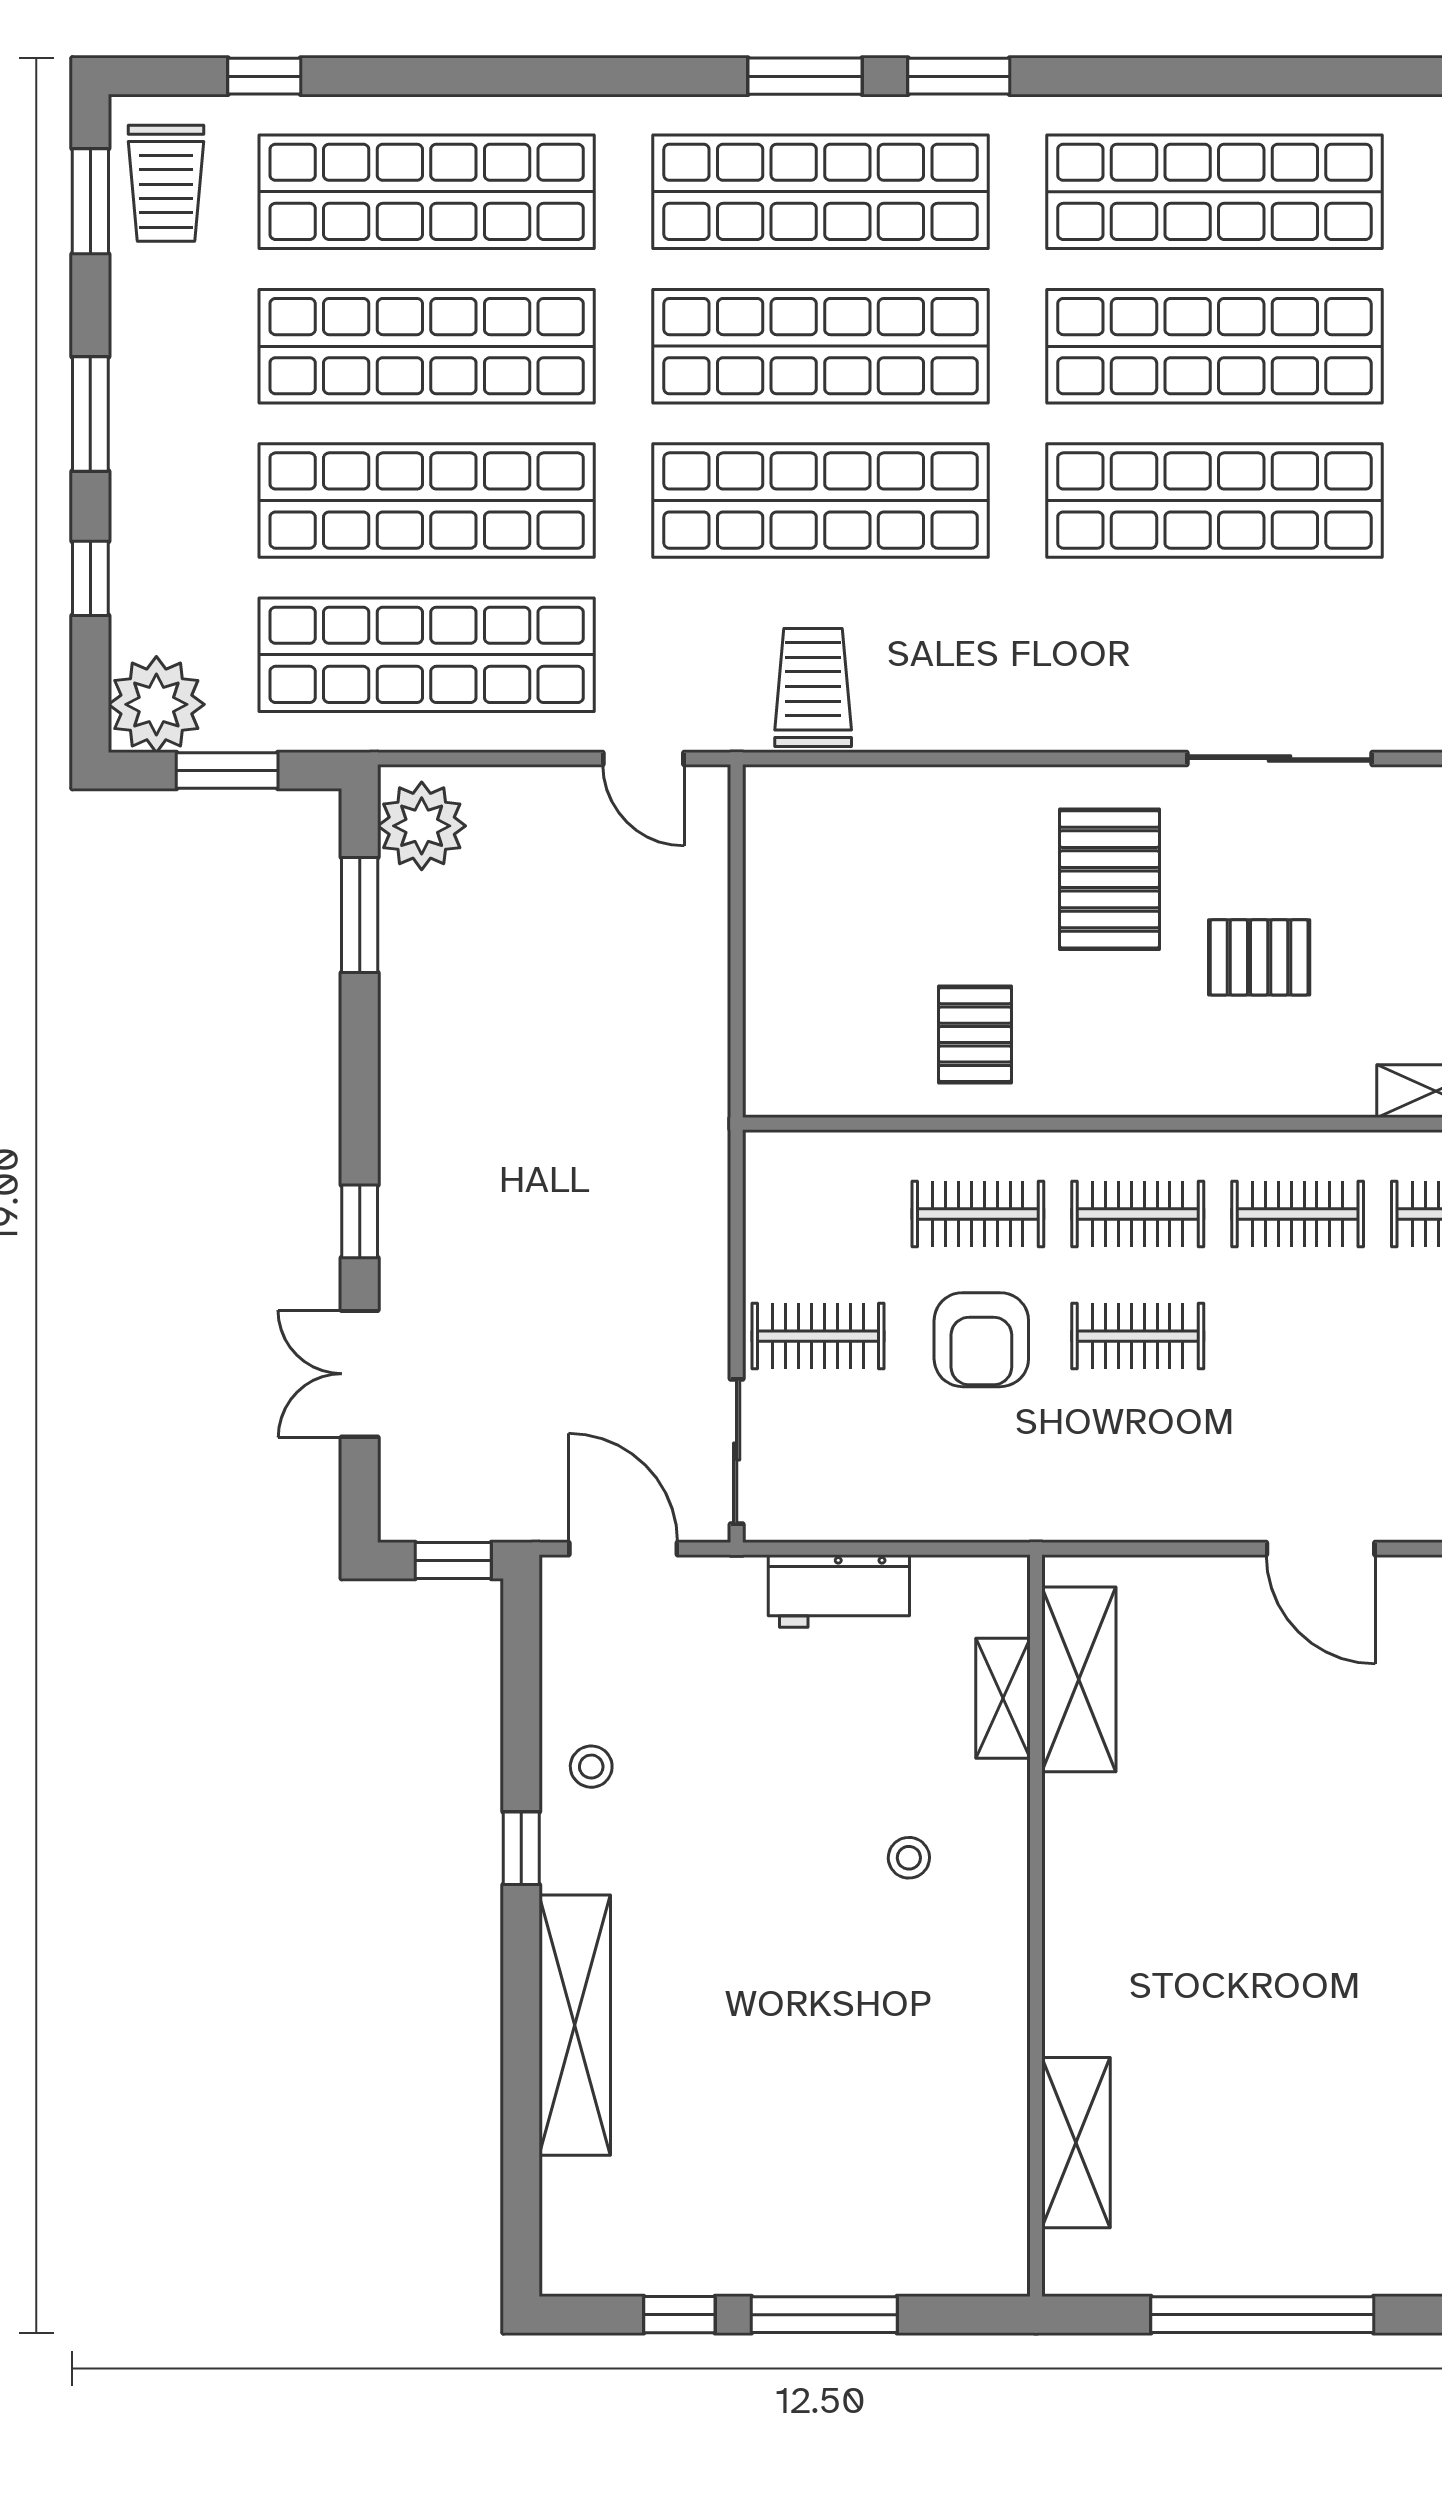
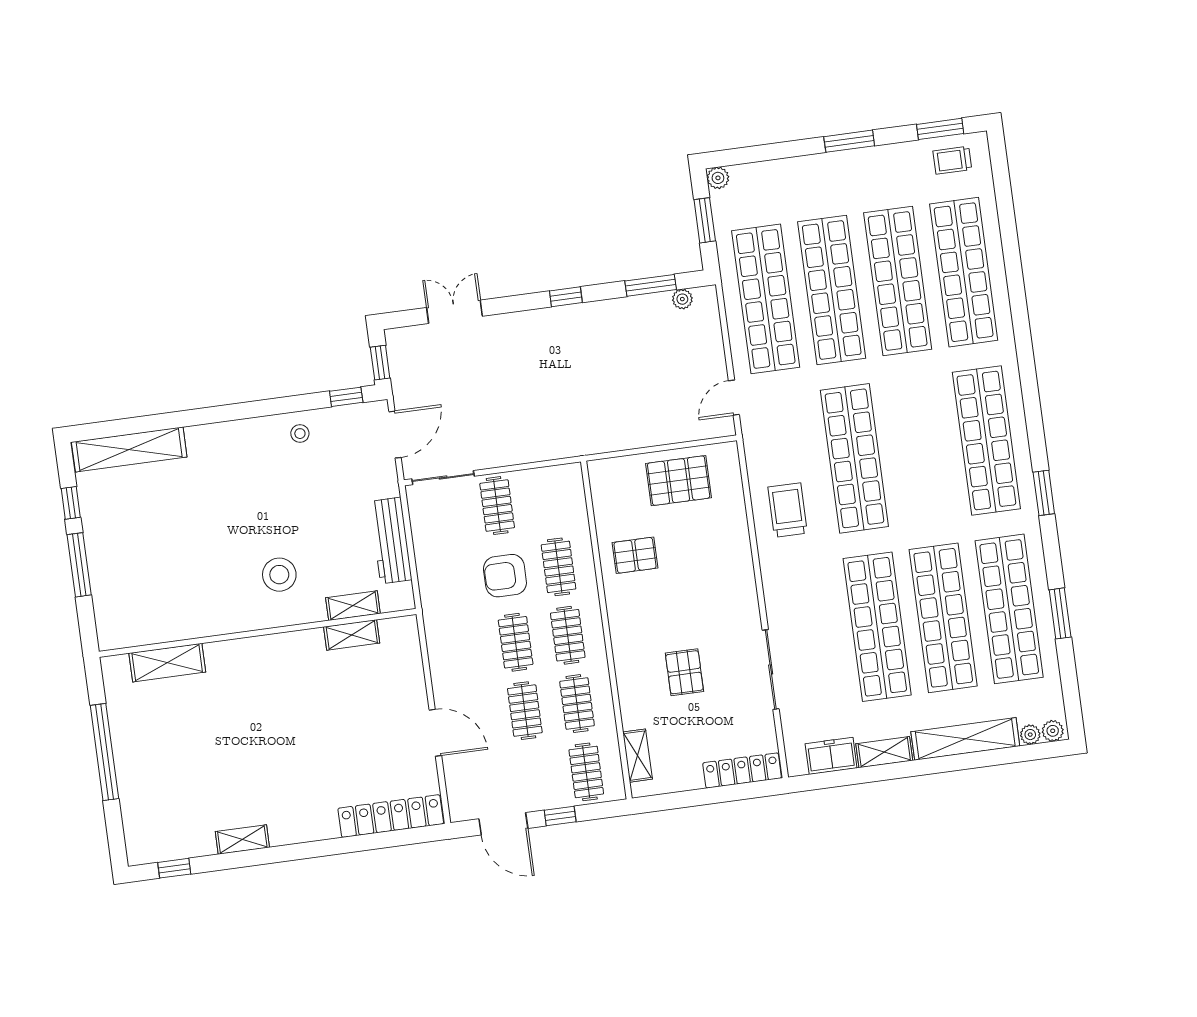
window: (264, 76) -> (1004, 196), removed
window: (805, 76) -> (1060, 613), moved
trolley: (166, 183) -> (952, 160), width x0.73, depth x0.72
shop shelf: (821, 346) -> (920, 449), removed
window: (90, 578) -> (779, 151), removed
trolley: (813, 688) -> (788, 510), moved, turned -90
plant: (156, 704) -> (718, 178), width x0.53, depth x0.53
plant: (422, 826) -> (682, 299), width x0.53, depth x0.53
pallet: (1109, 879) -> (679, 481), moved
window: (360, 1221) -> (566, 297), moved
clothes rail: (1298, 1336) -> (525, 711), added
door: (1321, 1549) -> (435, 733), swing flipped
workbench: (839, 1591) -> (391, 541), width x1.37
shelving: (1079, 1679) -> (352, 635), width x0.67, depth x0.75
window: (521, 1848) -> (346, 397), moved
stool: (909, 1858) -> (279, 575), width x1.89, depth x1.89
shelving: (575, 2025) -> (129, 449), moved

